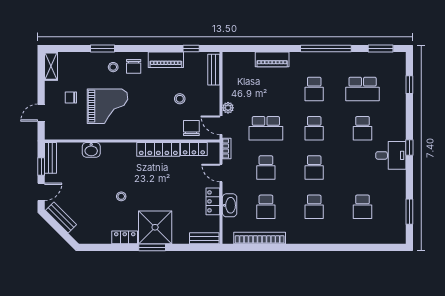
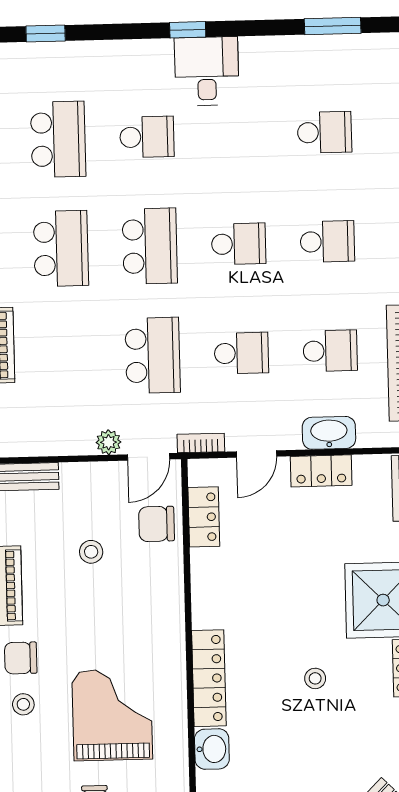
chair: (134, 66) -> (21, 658), turned 180
school desk: (314, 89) -> (61, 248), width x1.85
school desk: (314, 128) -> (150, 246), width x1.85
locker: (158, 149) -> (209, 678), moved

